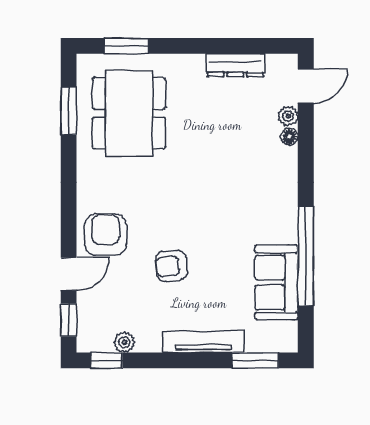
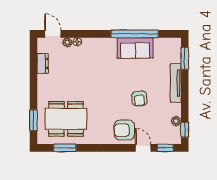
dresser: (235, 65) -> (43, 63), width x0.70
sofa: (276, 282) -> (135, 48), moved

